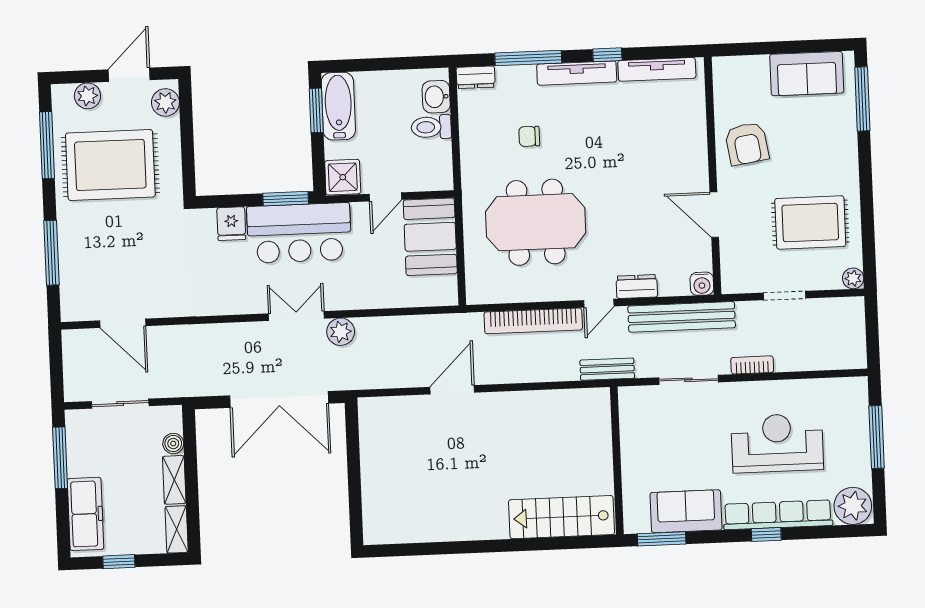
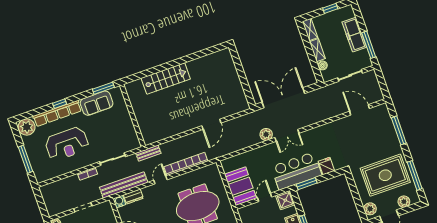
dresser: (637, 287) -> (133, 197), moved
freezer: (85, 514) -> (354, 35), moved
stairs: (562, 517) -> (166, 79), moved

